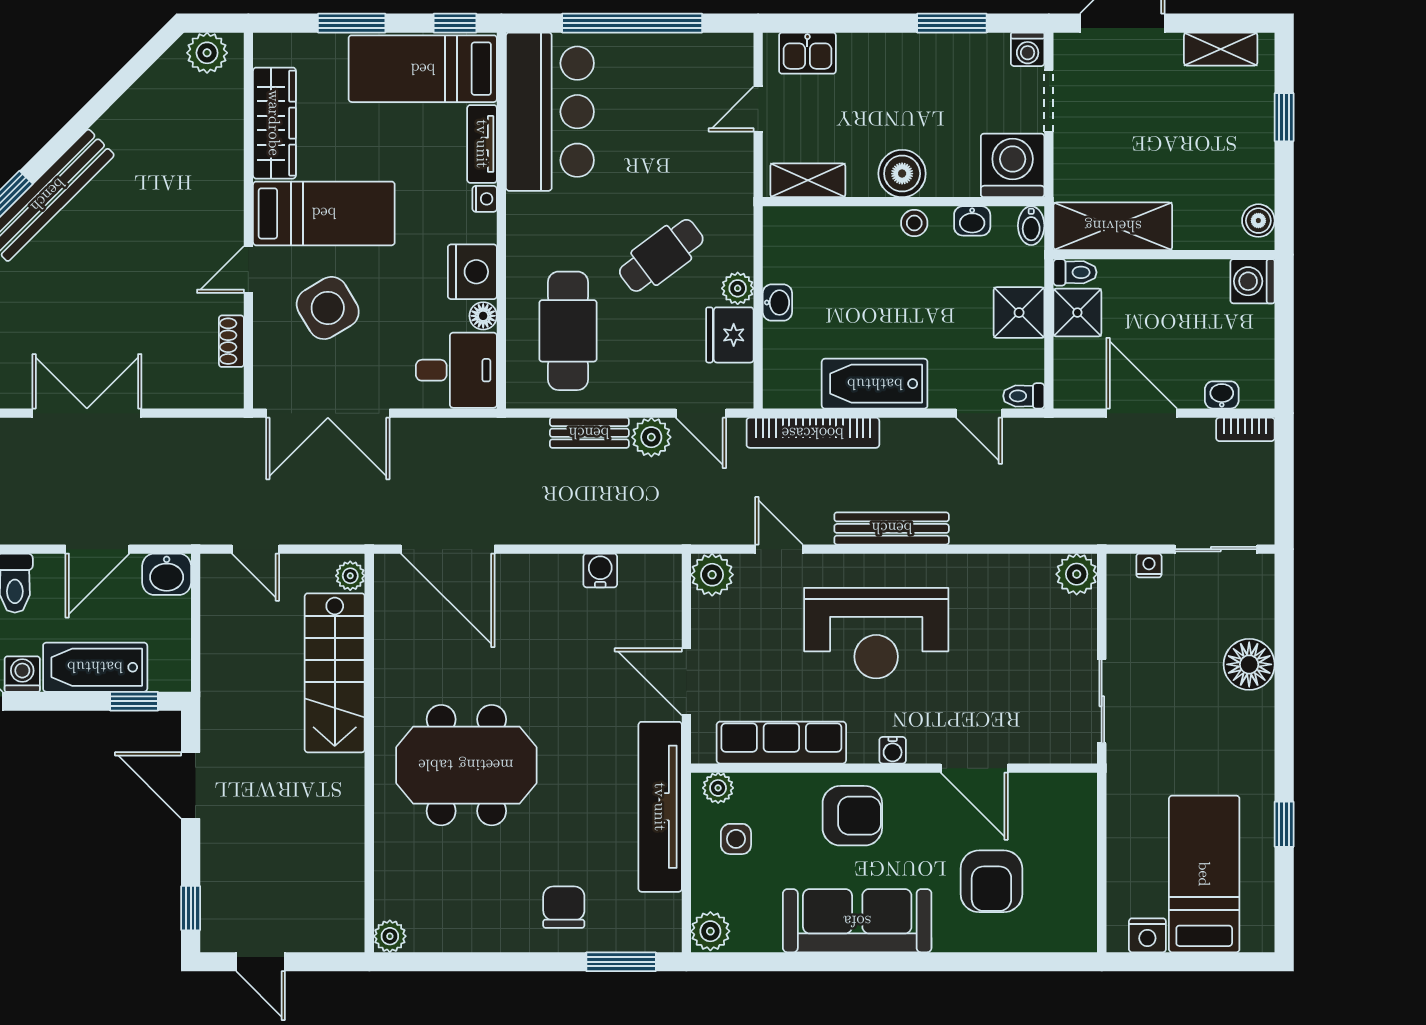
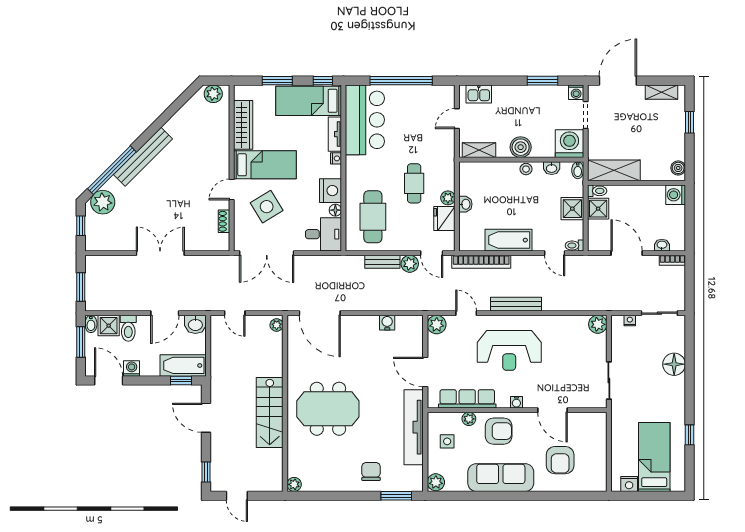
cafe table: (661, 255) -> (414, 183), turned -53
bathtub: (95, 667) -> (183, 365), moved
stairs: (335, 673) -> (270, 412), moved
plant: (718, 788) -> (469, 419), moved

